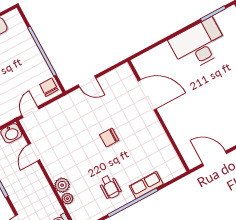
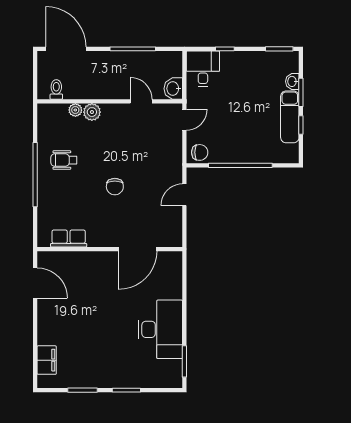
door: (30, 112) -> (184, 120), hinge flipped
chair: (109, 137) -> (115, 187), turned 180
door: (215, 159) -> (35, 283), hinge flipped
row of seats: (146, 185) -> (69, 238), moved, turned -90

